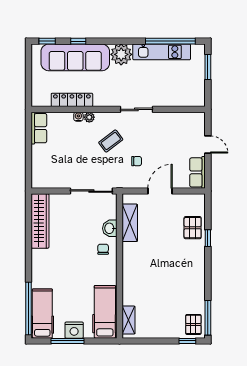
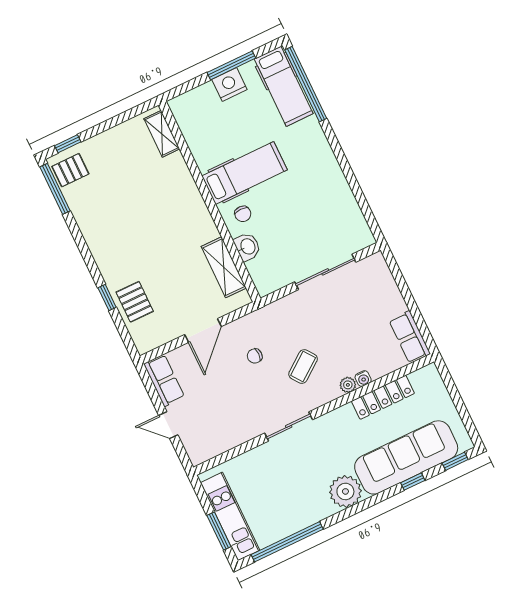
kitchen unit: (162, 52) -> (230, 516), moved, turned 90
sliding door: (91, 191) -> (325, 272), moved
wardrobe: (40, 221) -> (347, 211), removed
hospital bed: (105, 312) -> (245, 173), moved, turned -90
pallet: (193, 324) -> (70, 170), turned 90

